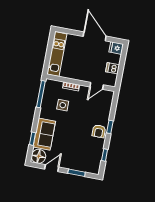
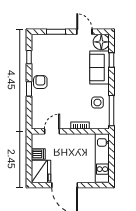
fridge: (116, 48) -> (41, 172), width x1.88, depth x1.34
side table: (63, 105) -> (97, 102), moved
door: (52, 168) -> (84, 32), swing flipped

